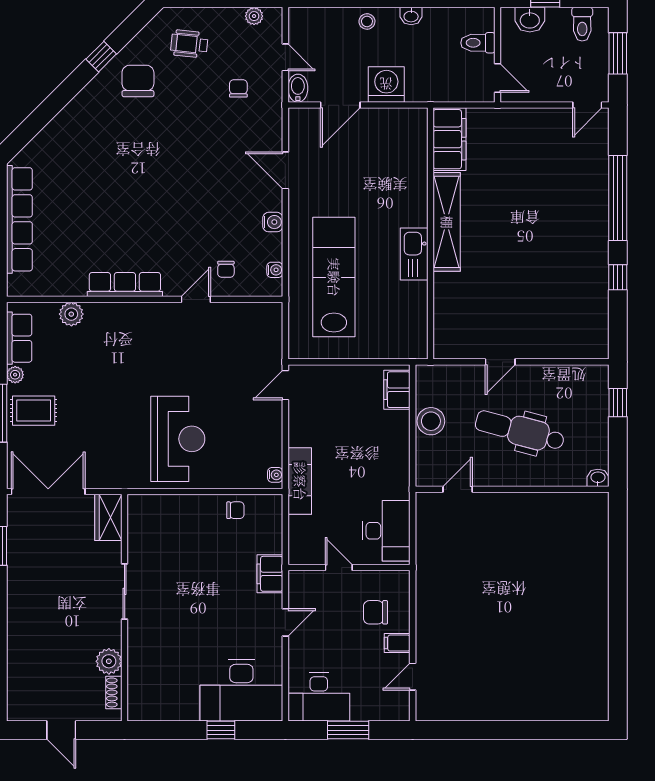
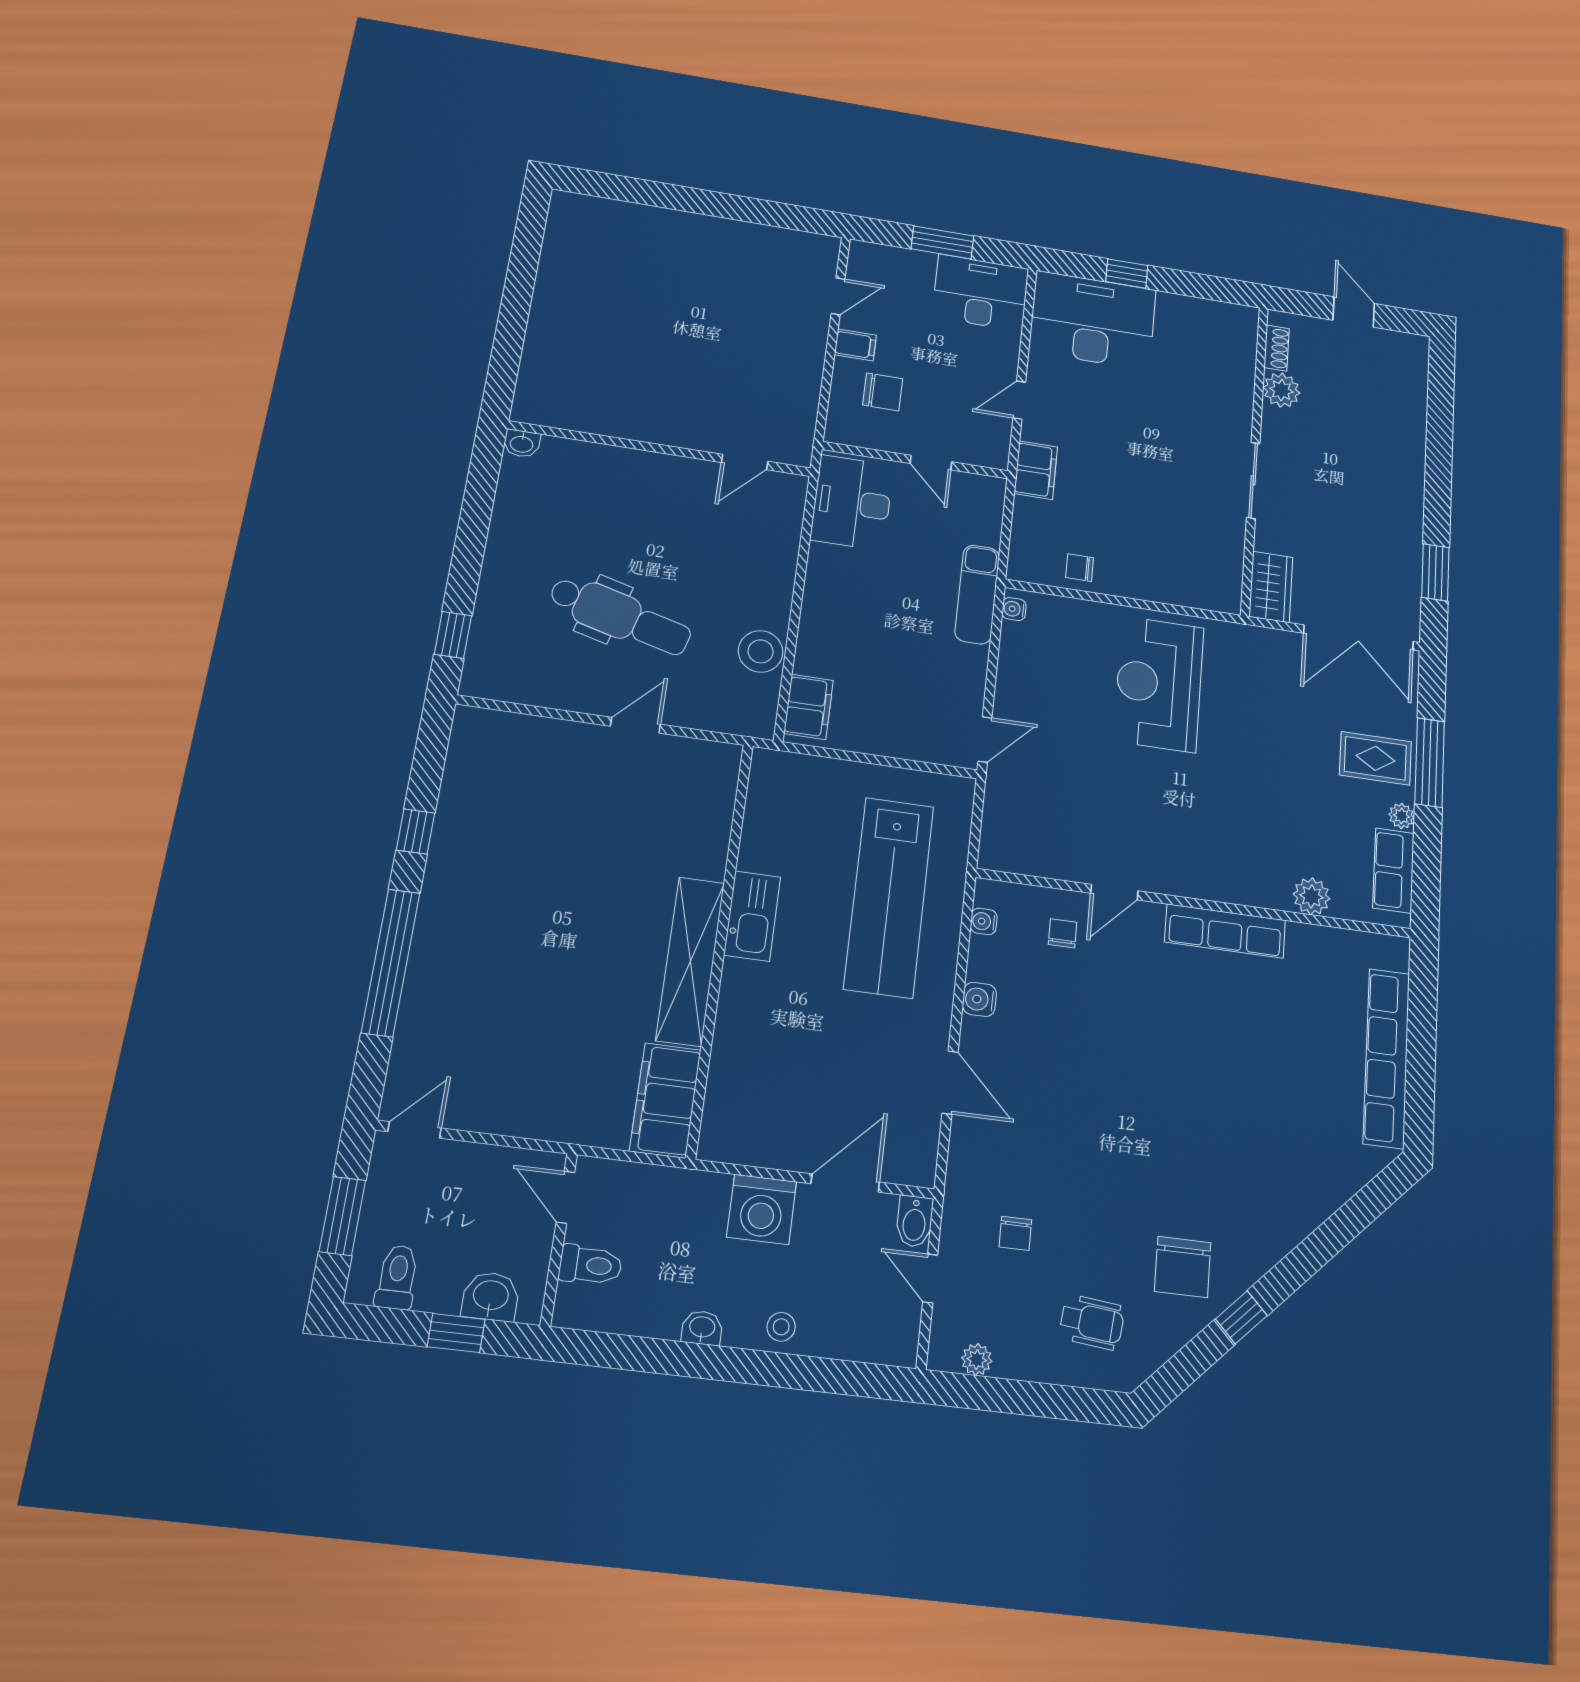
washbasin: (598, 478) -> (522, 444), moved
door: (458, 489) -> (745, 462), moved
wall: (512, 489) -> (660, 449), moved

